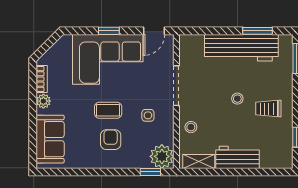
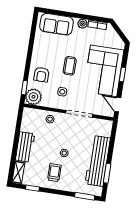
armchair: (111, 140) -> (41, 75), moved, turned 90
shelving: (199, 161) -> (18, 172), moved

